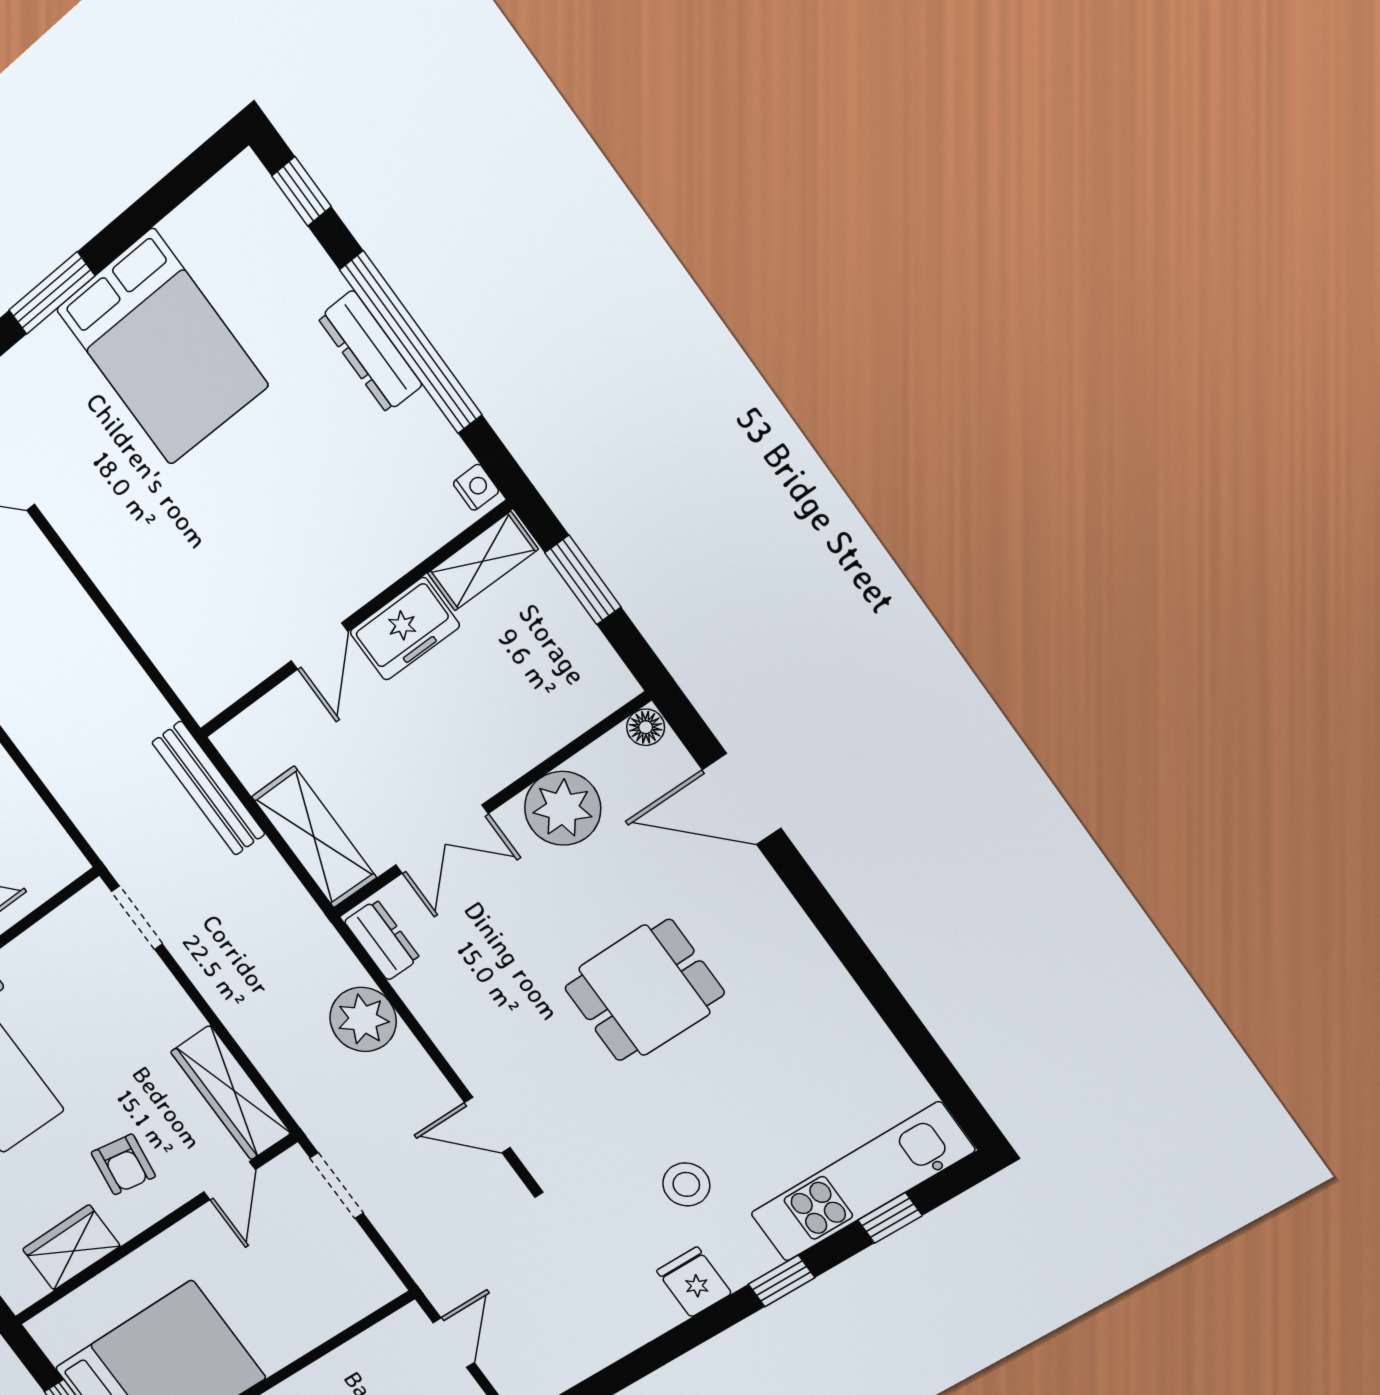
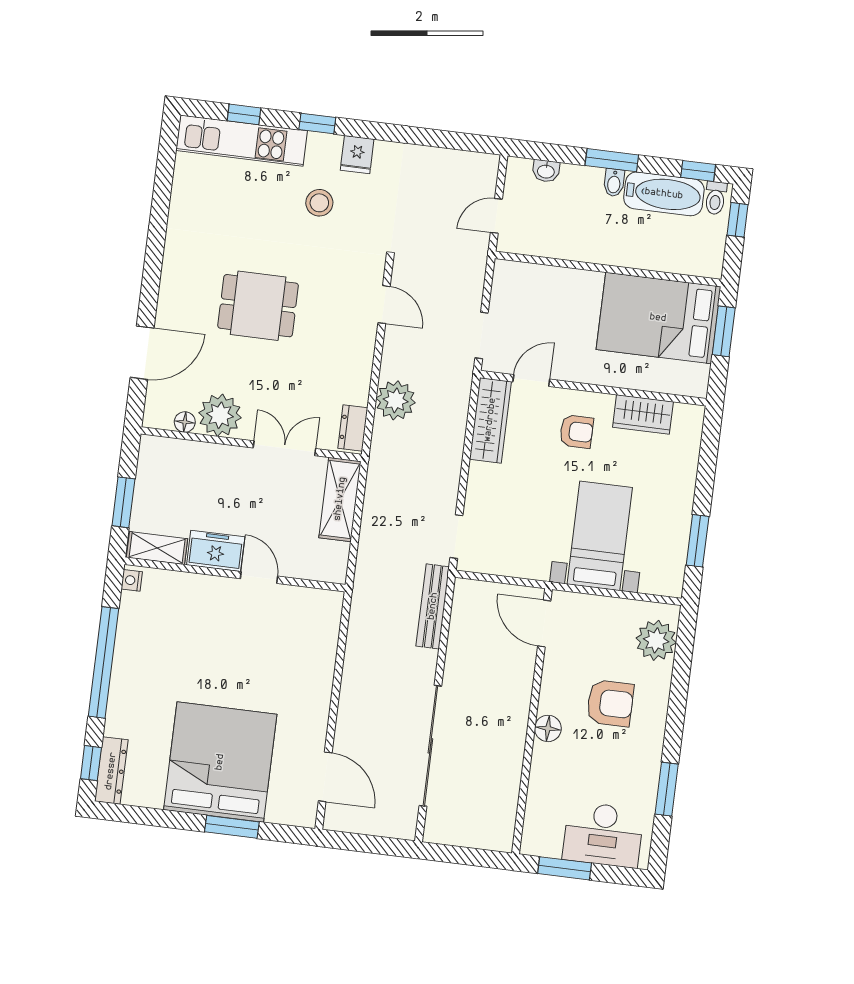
bed: (162, 347) -> (220, 762), width x1.36
dresser: (370, 351) -> (111, 771), moved
door: (320, 646) -> (259, 577), hinge flipped
floor lamp: (646, 727) -> (185, 422), moved
bench: (208, 788) -> (433, 606), moved
door: (741, 799) -> (142, 353), hinge flipped
armchair: (123, 1164) -> (576, 432), turned 81

